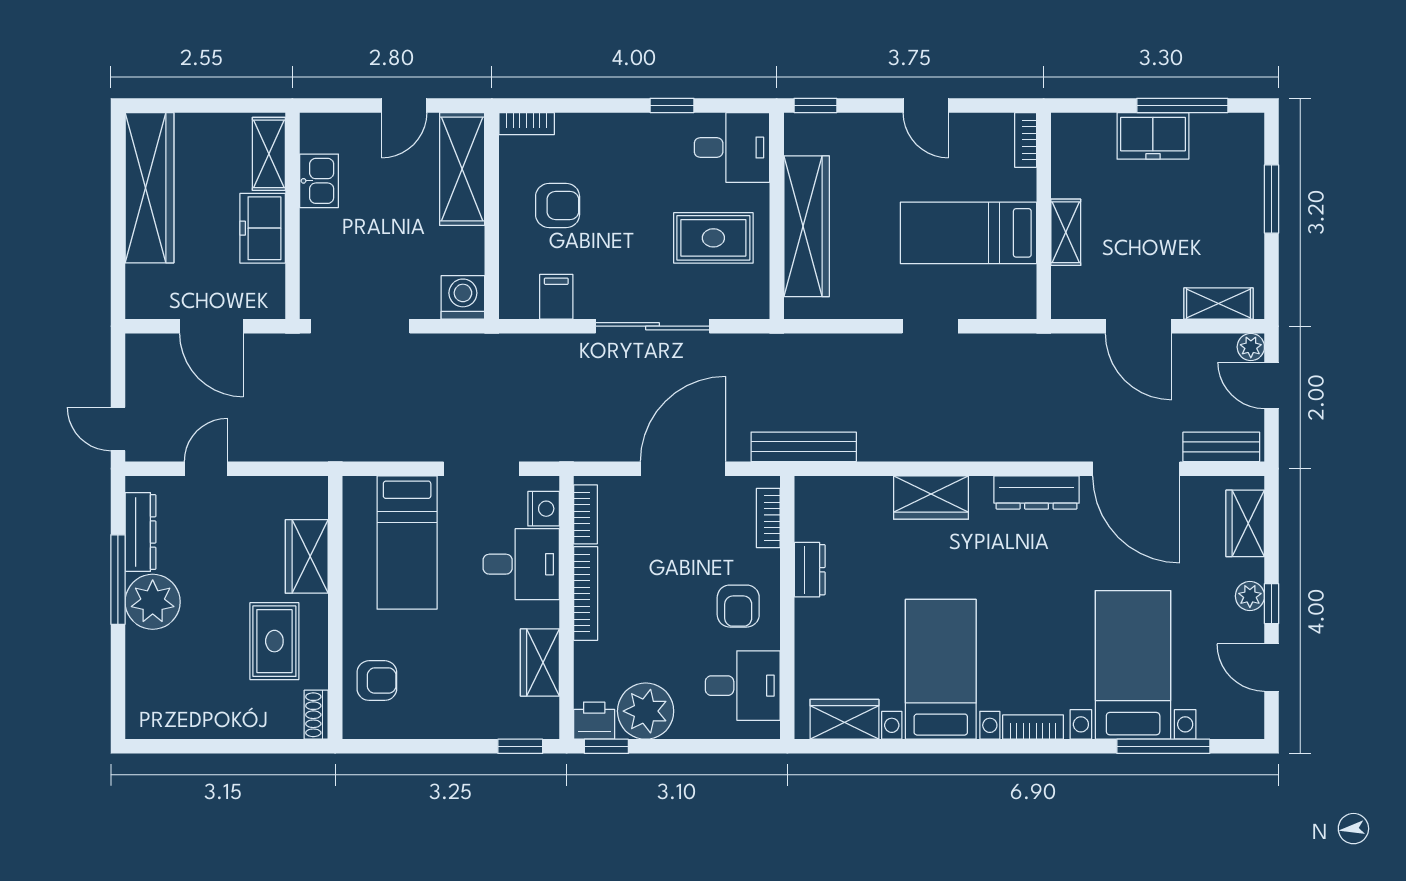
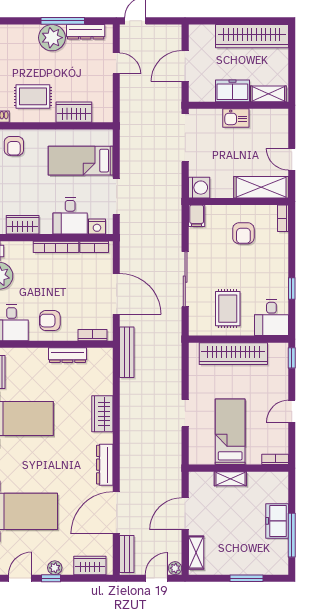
kitchen sink: (319, 181) -> (236, 118), moved
filing cabinet: (556, 297) -> (197, 216), moved, turned 90
dresser: (810, 570) -> (67, 355), width x1.44

